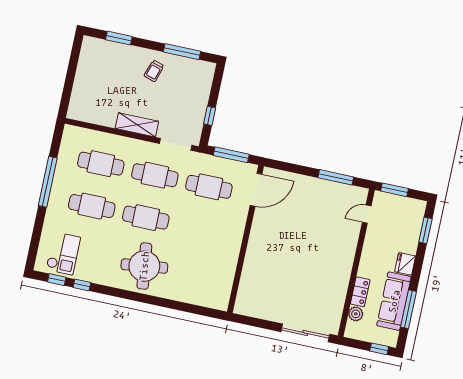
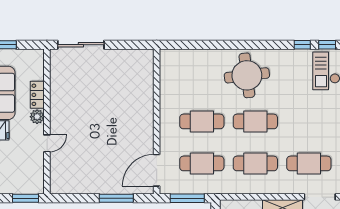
doorway: (176, 144) -> (320, 197), moved
window: (336, 177) -> (116, 198), moved
cafe table: (92, 206) -> (202, 121), moved
door: (367, 214) -> (47, 143), moved
plant: (356, 314) -> (37, 117), moved

